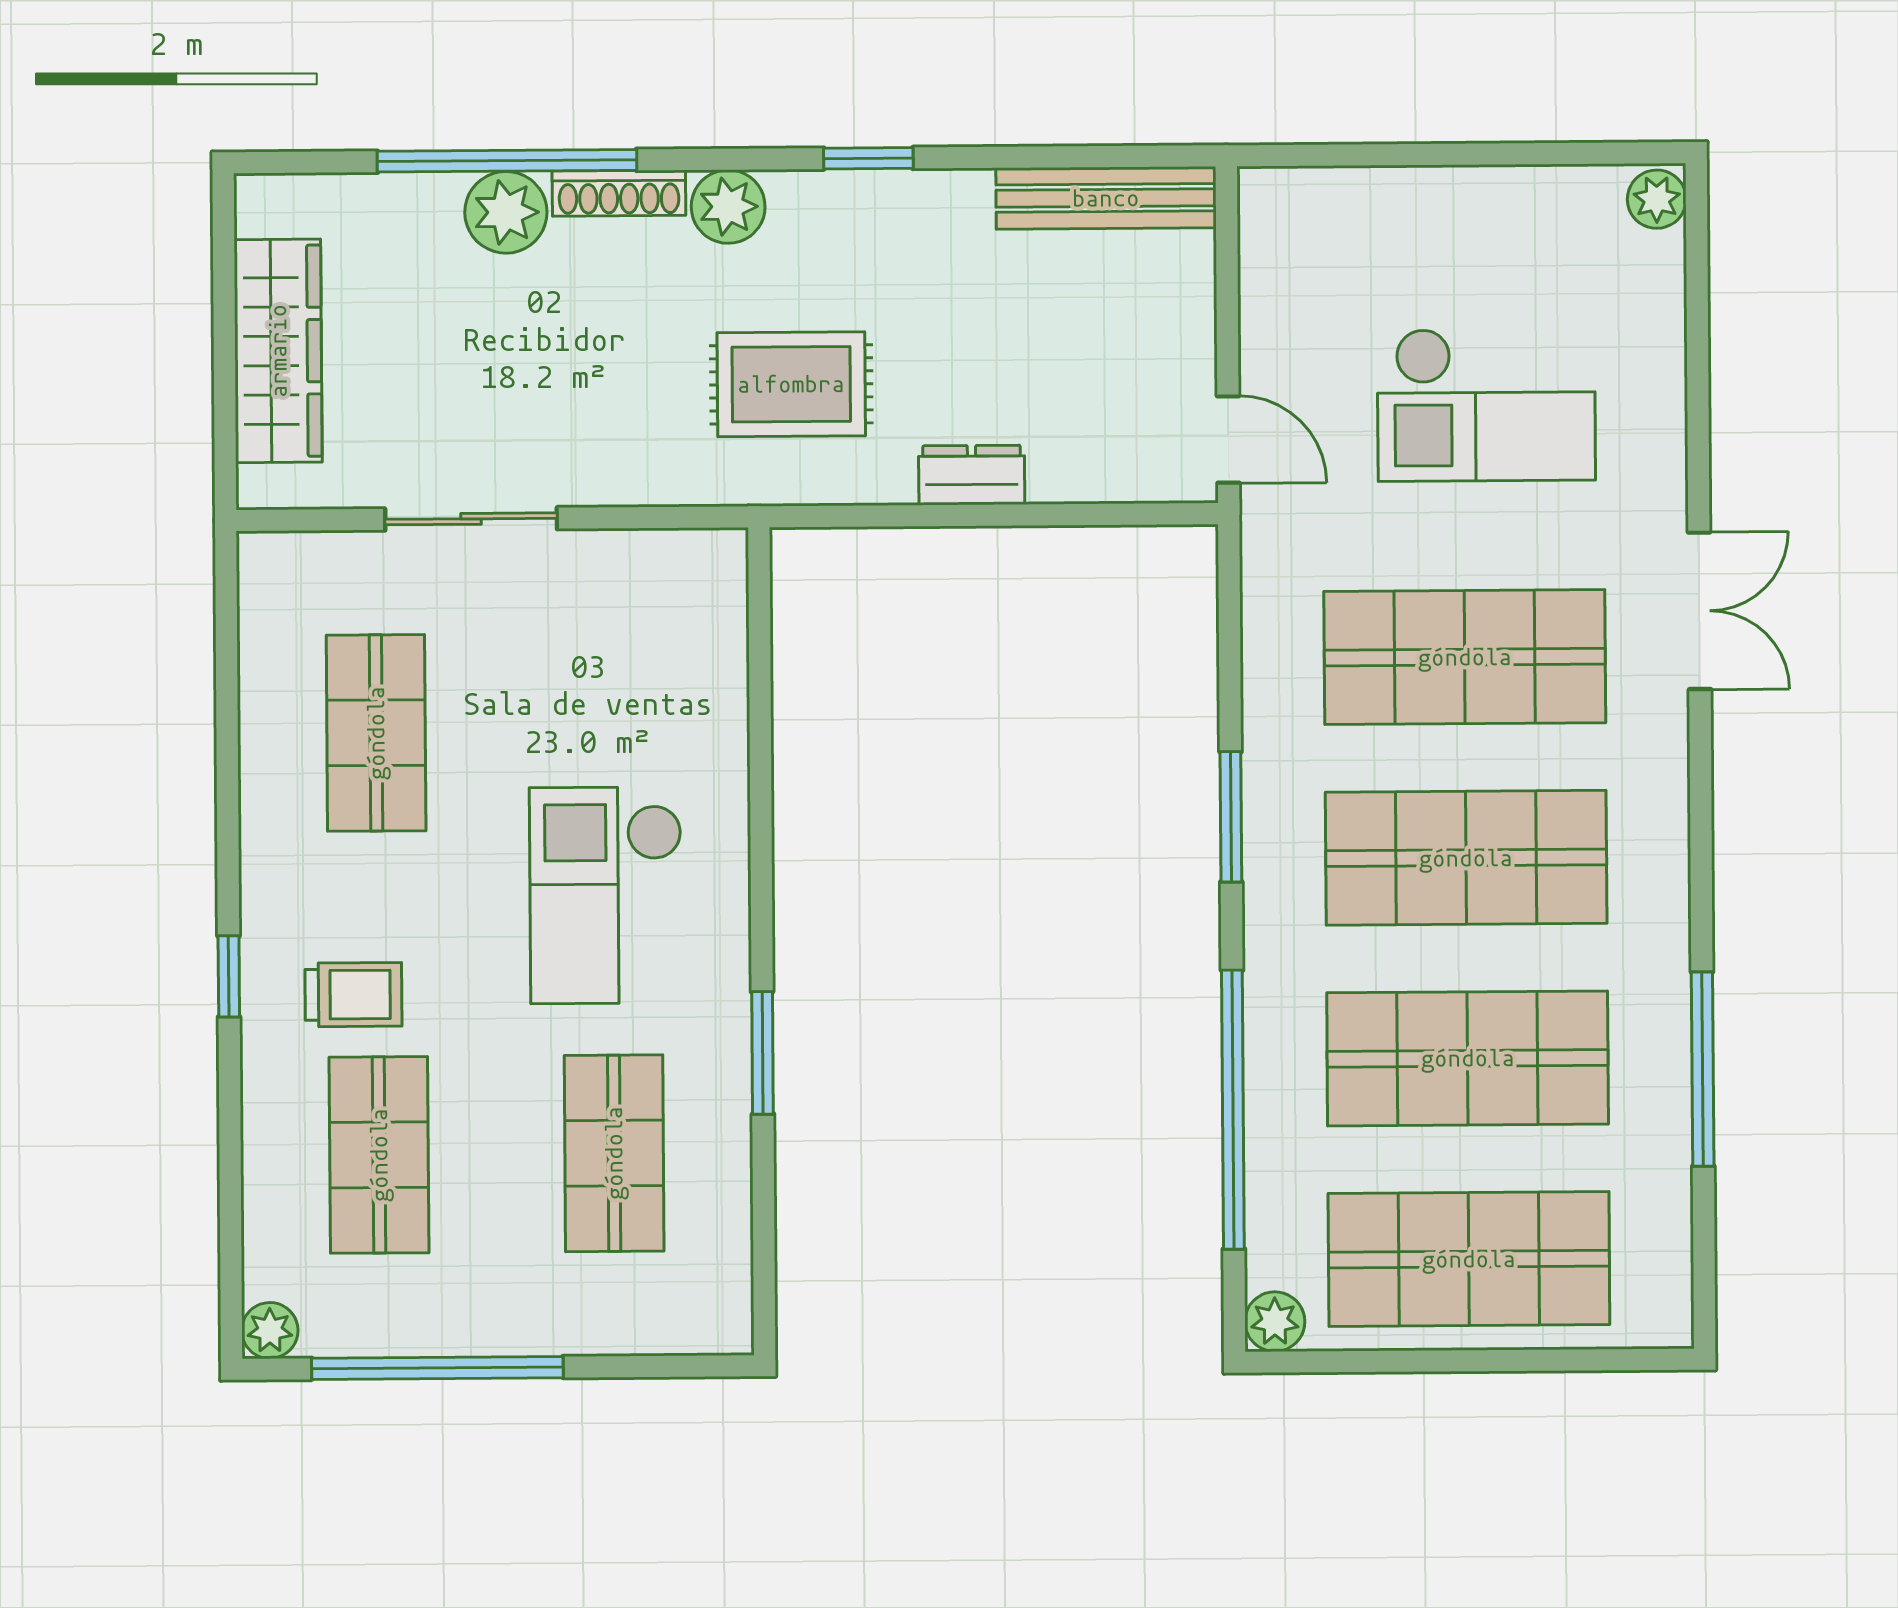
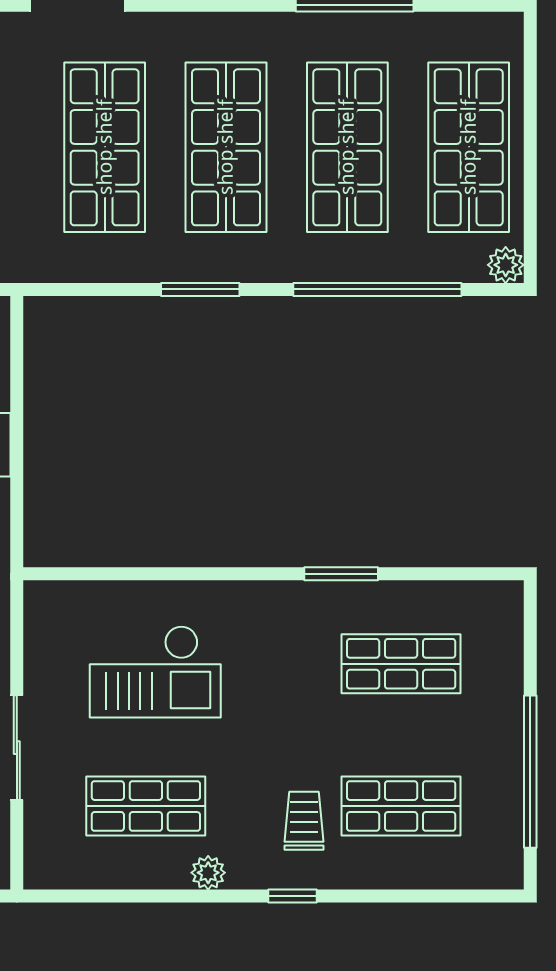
checkout: (606, 895) -> (155, 672), moved
plant: (270, 1330) -> (208, 873), moved

